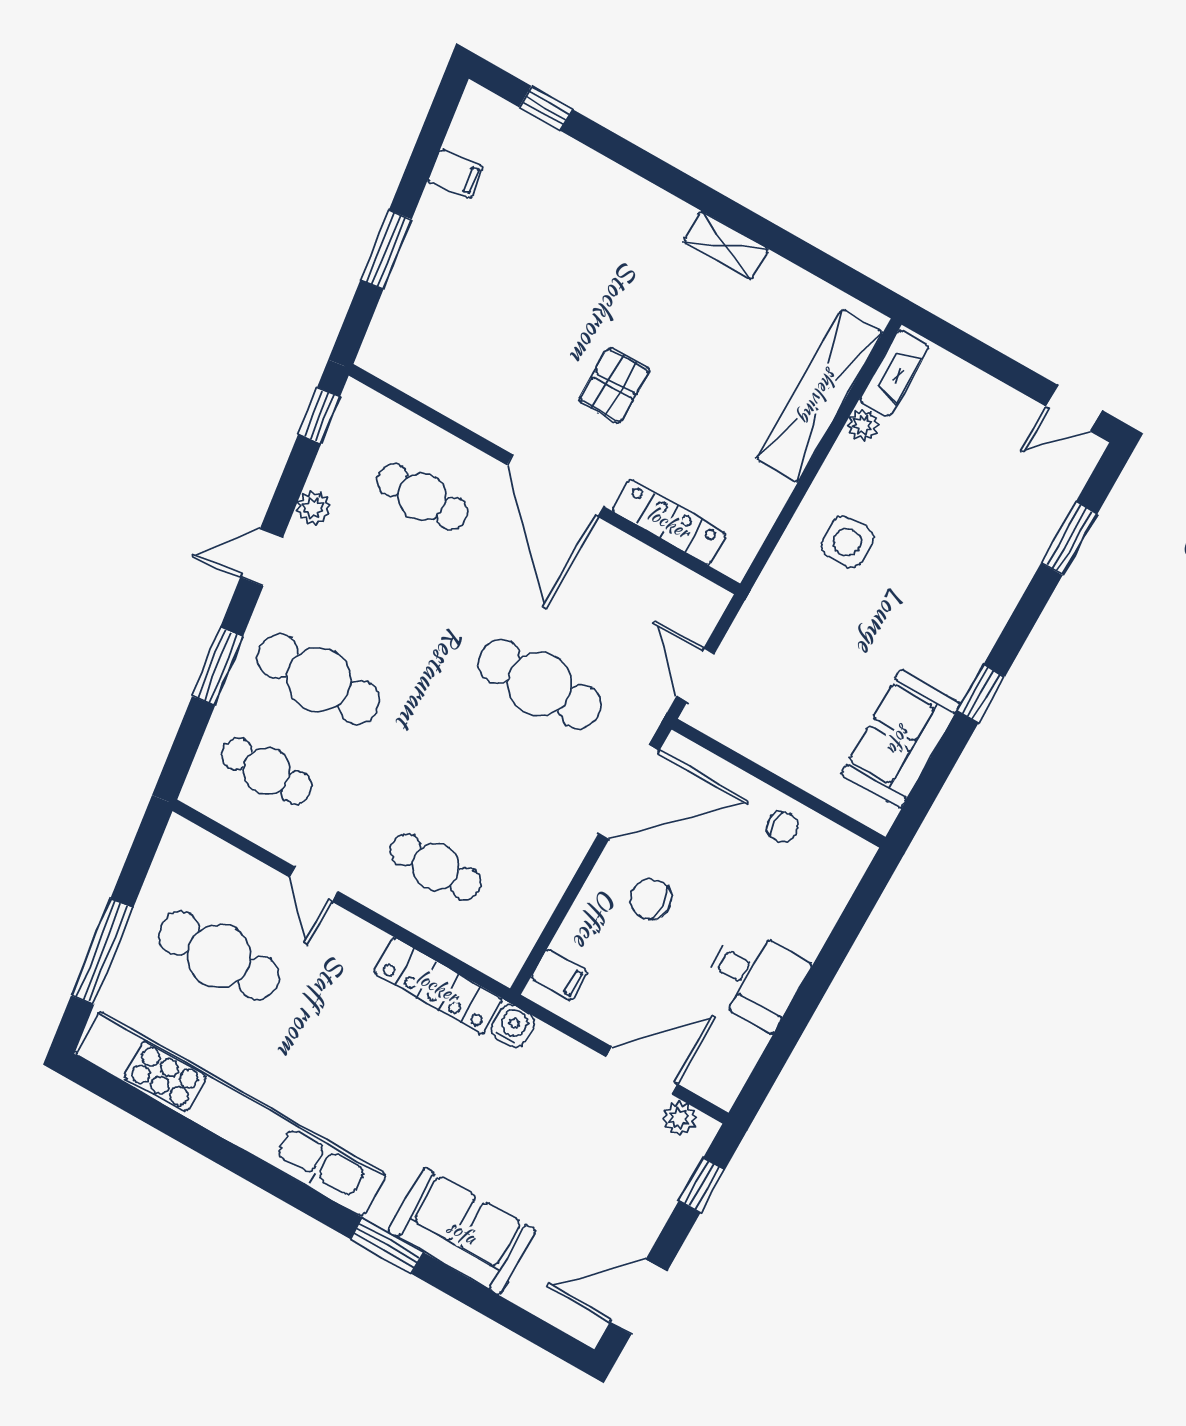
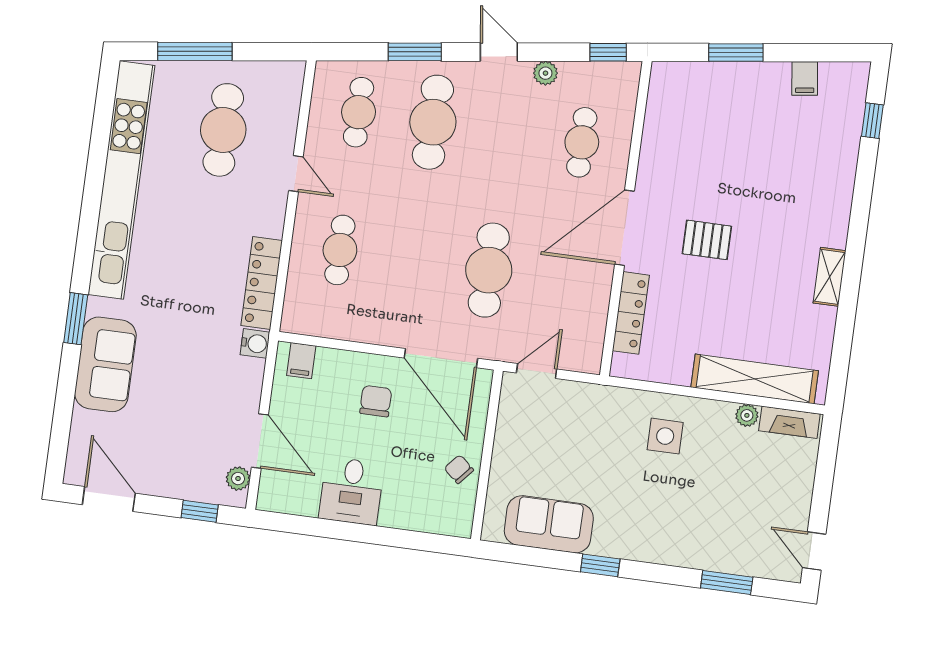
chair: (782, 827) -> (459, 469), turned 131
door: (314, 884) -> (296, 174), swing flipped

